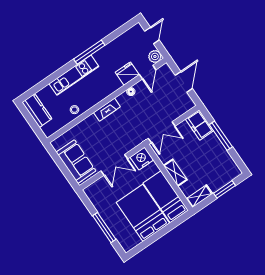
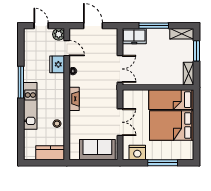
kitchen counter: (37, 111) -> (50, 153), moved
nightstand: (142, 159) -> (137, 152), moved, turned -90
shelving: (175, 173) -> (182, 34), moved

